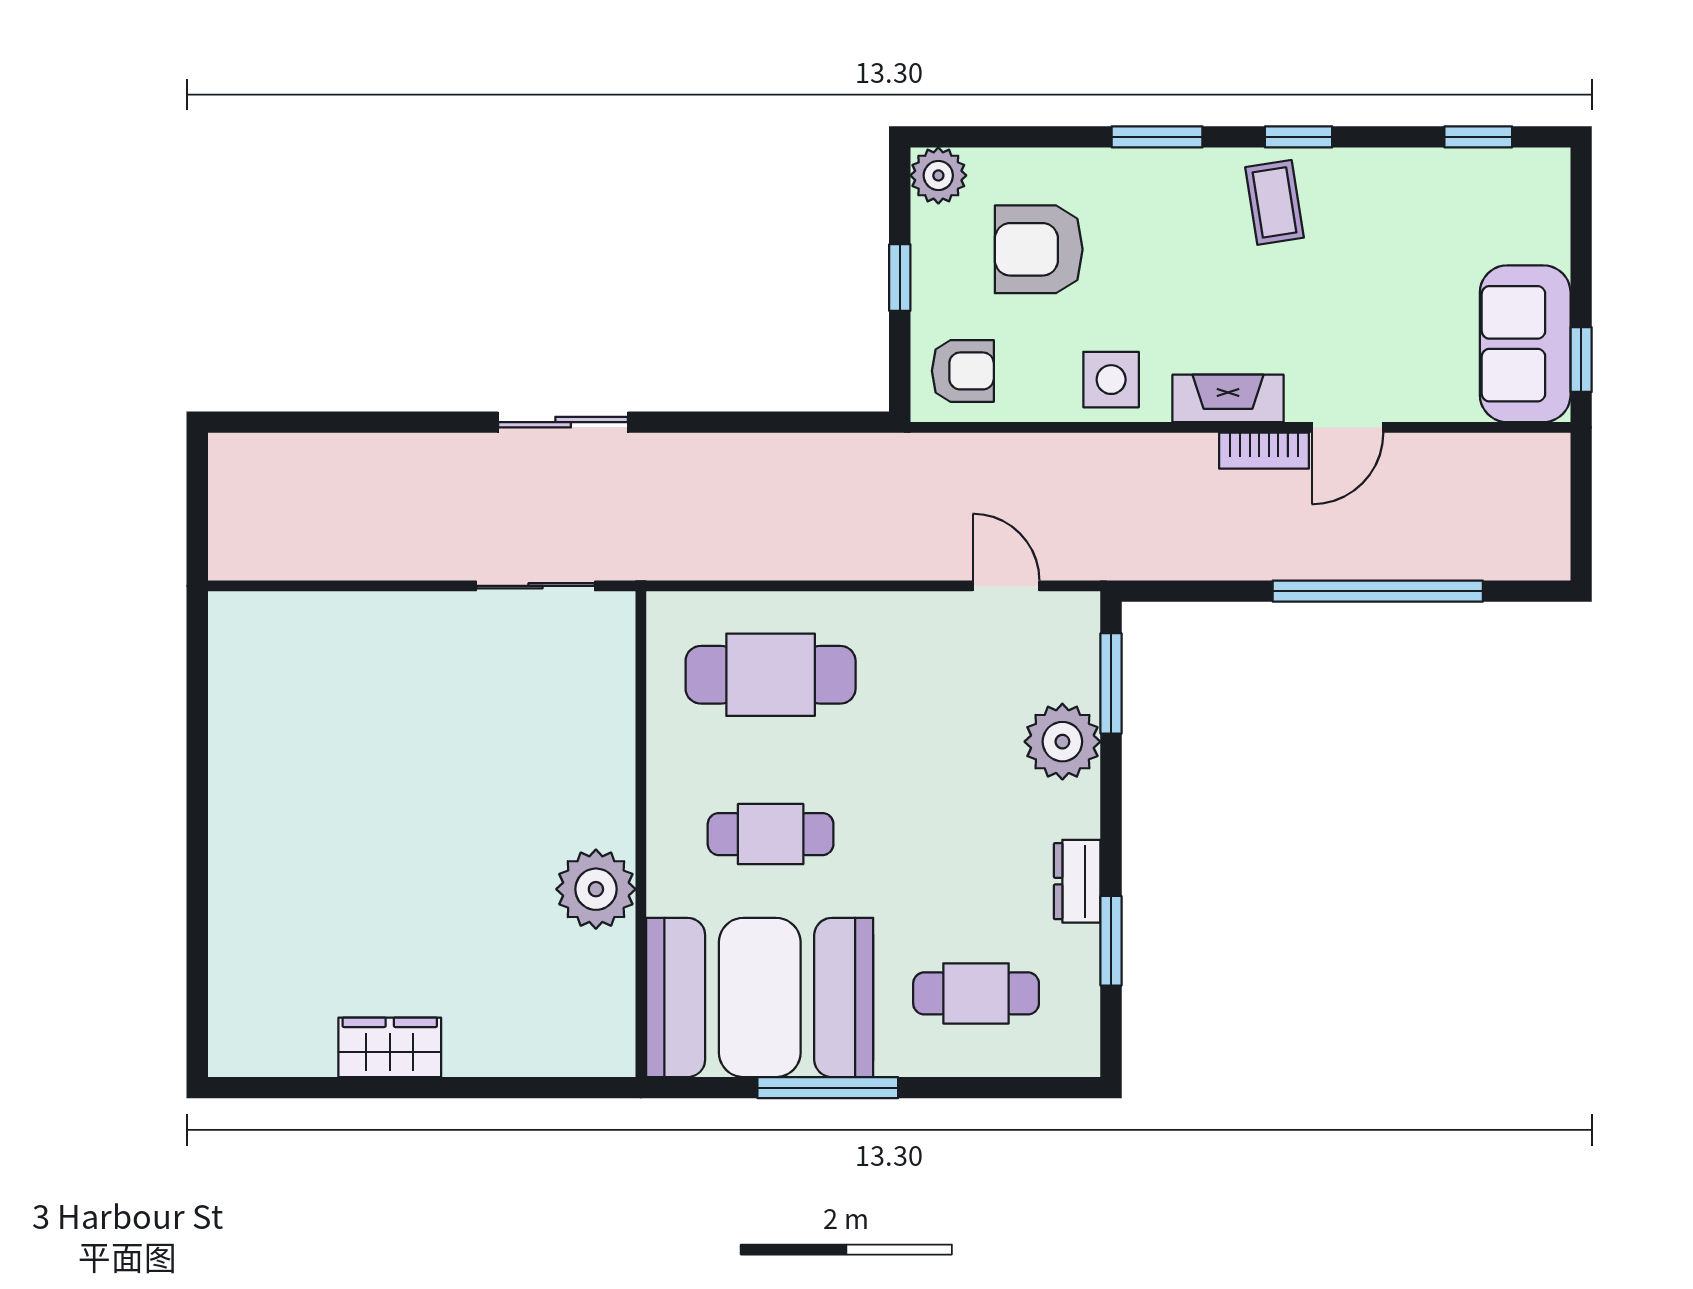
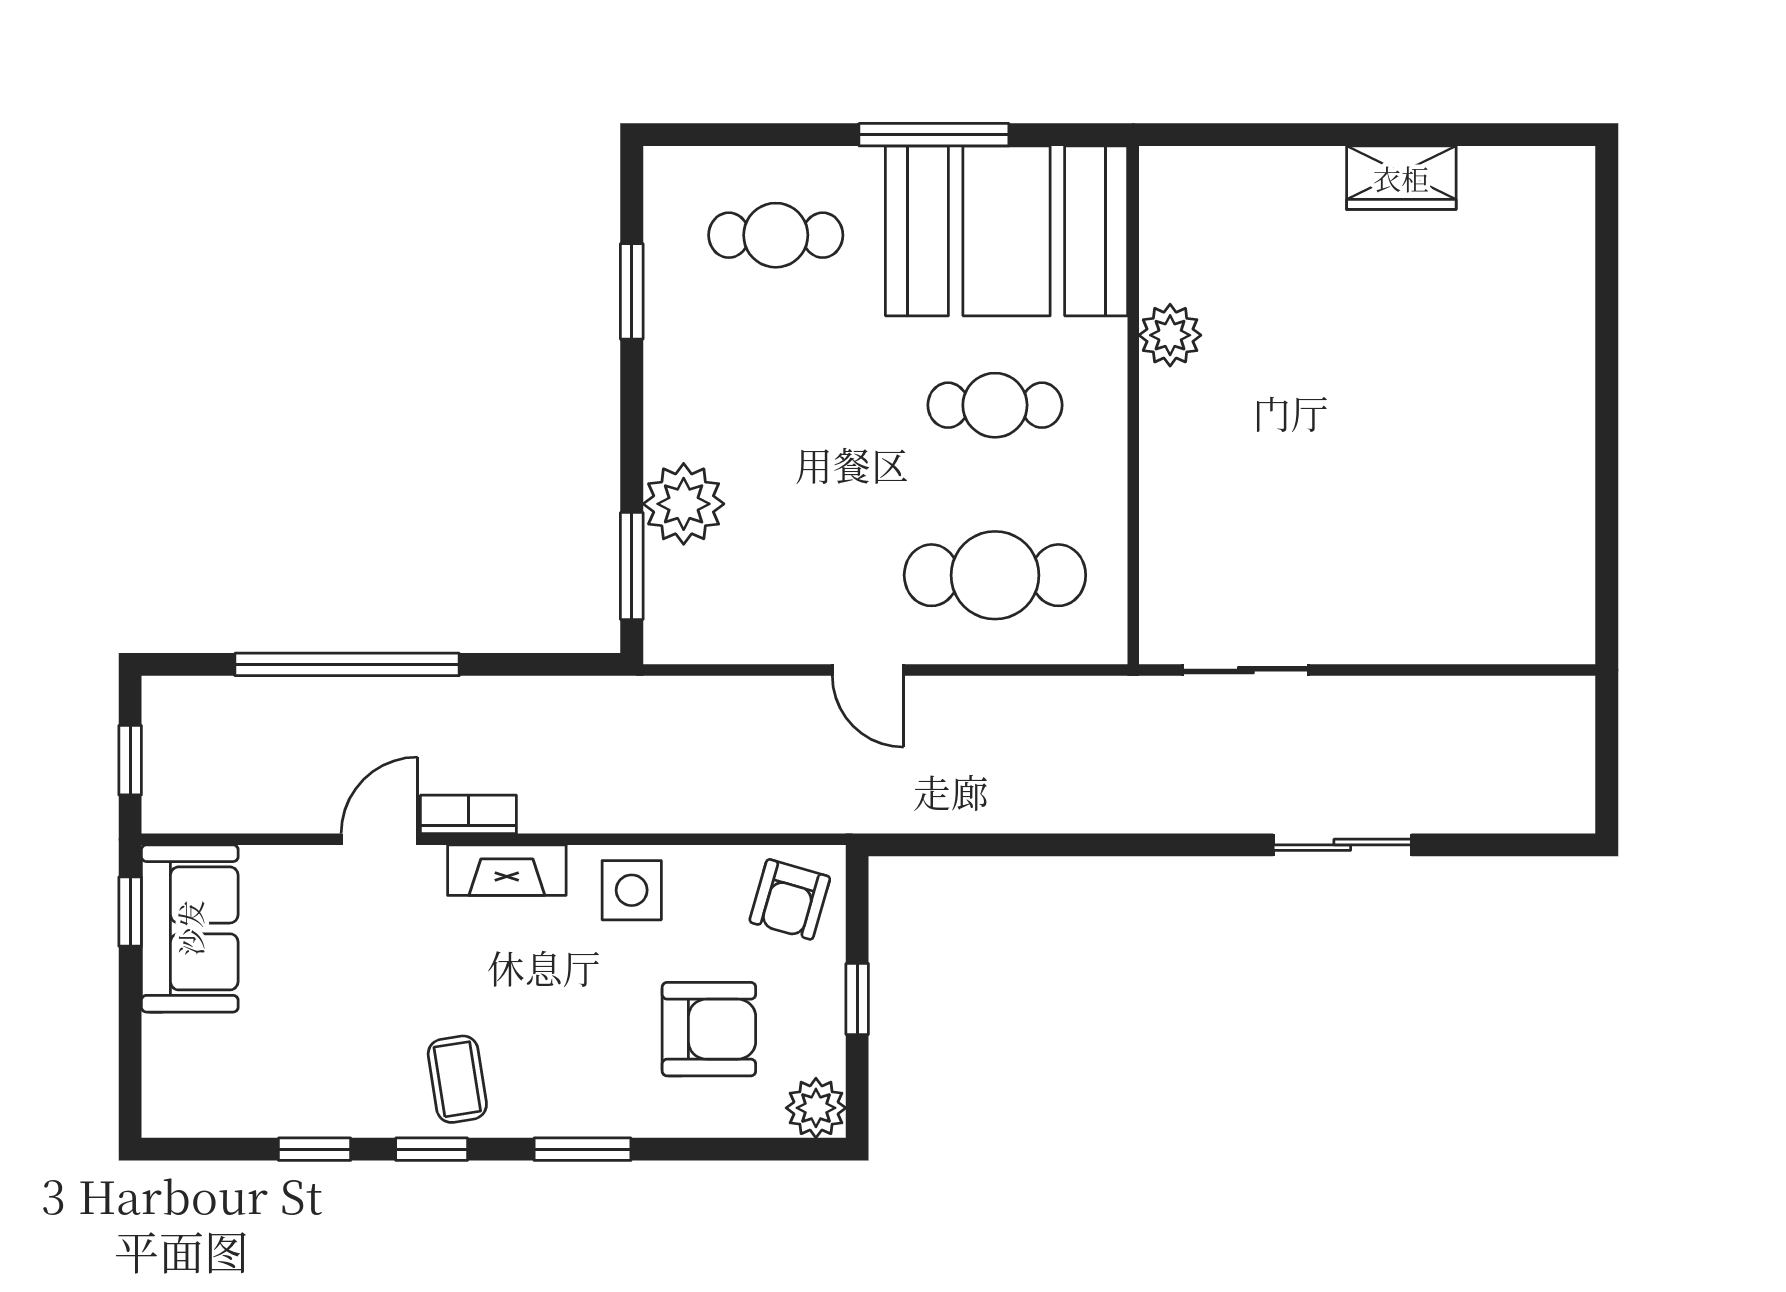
window: (1478, 137) -> (315, 1149), moved
armchair: (963, 371) -> (790, 899), turned -74
sliding door: (563, 422) -> (1342, 845), moved
window: (1581, 501) -> (130, 760), added
door: (1006, 586) -> (868, 670), moved
dresser: (1077, 881) -> (668, 355), removed
plant: (596, 889) -> (1170, 335), width x0.73, depth x0.73

